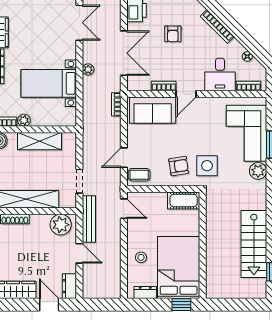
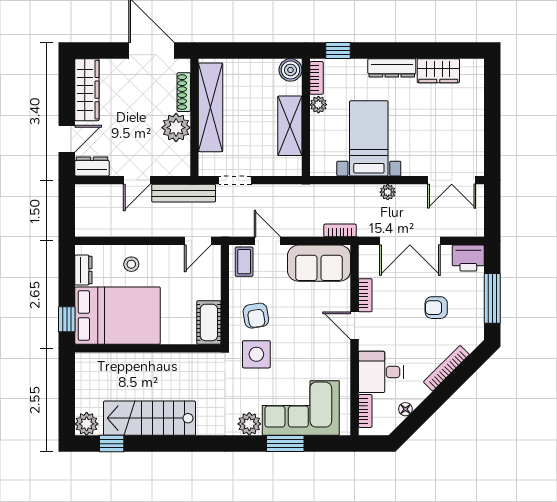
sofa: (153, 110) -> (319, 263), moved, turned -90
plant: (61, 225) -> (176, 128), moved
plant: (258, 290) -> (87, 424), added

